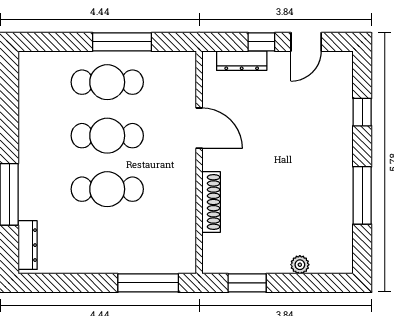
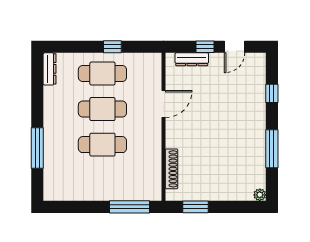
window: (122, 42) -> (112, 47), width x0.46
door: (199, 128) -> (163, 104), hinge flipped
shoe rack: (211, 202) -> (171, 169), moved
dresser: (28, 245) -> (50, 69), moved
plant: (300, 265) -> (260, 195), moved

